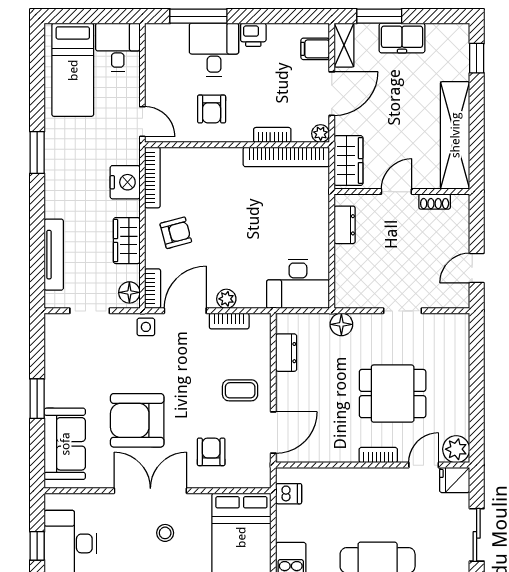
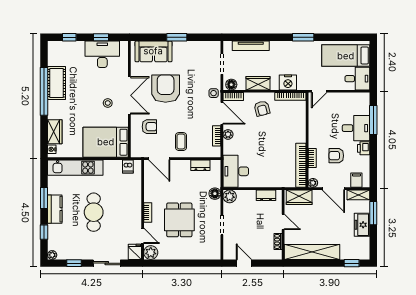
armchair: (212, 109) -> (336, 156), moved
plant: (347, 296) -> (230, 196), added

